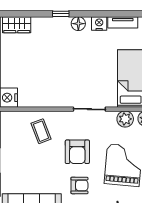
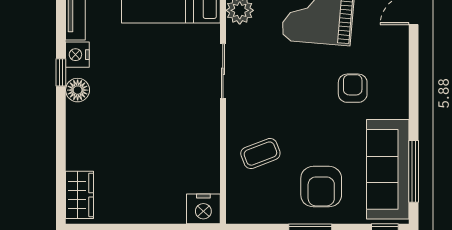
window: (61, 14) -> (61, 72), moved
armchair: (77, 152) -> (321, 187), moved, turned 90

